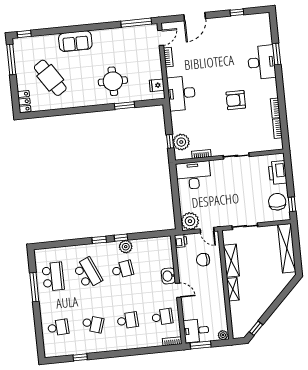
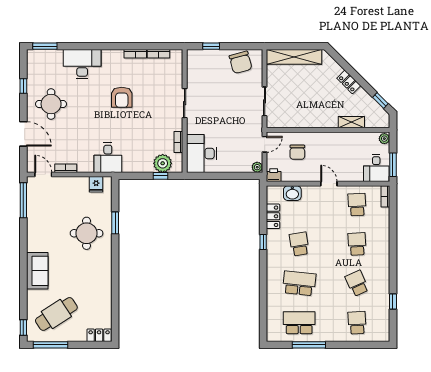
round table: (224, 38) -> (51, 104), added
window: (277, 54) -> (45, 46), moved
cafe table: (50, 78) -> (56, 314), moved
desk: (181, 93) -> (108, 158), width x0.73
printer: (278, 173) -> (208, 59), removed
chair: (277, 202) -> (241, 62), turned -105
window: (292, 204) -> (211, 46), moved
plant: (190, 221) -> (257, 167), width x0.53, depth x0.53
window: (99, 240) -> (263, 267), removed
locker: (144, 244) -> (273, 216), added
plant: (126, 247) -> (274, 238), removed
shelving: (231, 261) -> (302, 121), removed
school desk: (88, 273) -> (299, 283), turned 30
washbasin: (168, 276) -> (292, 193), moved
shelving: (233, 289) -> (351, 122), moved
door: (178, 290) -> (329, 184), hinge flipped
locker: (270, 299) -> (349, 82), added
school desk: (93, 324) -> (357, 283), turned -42

